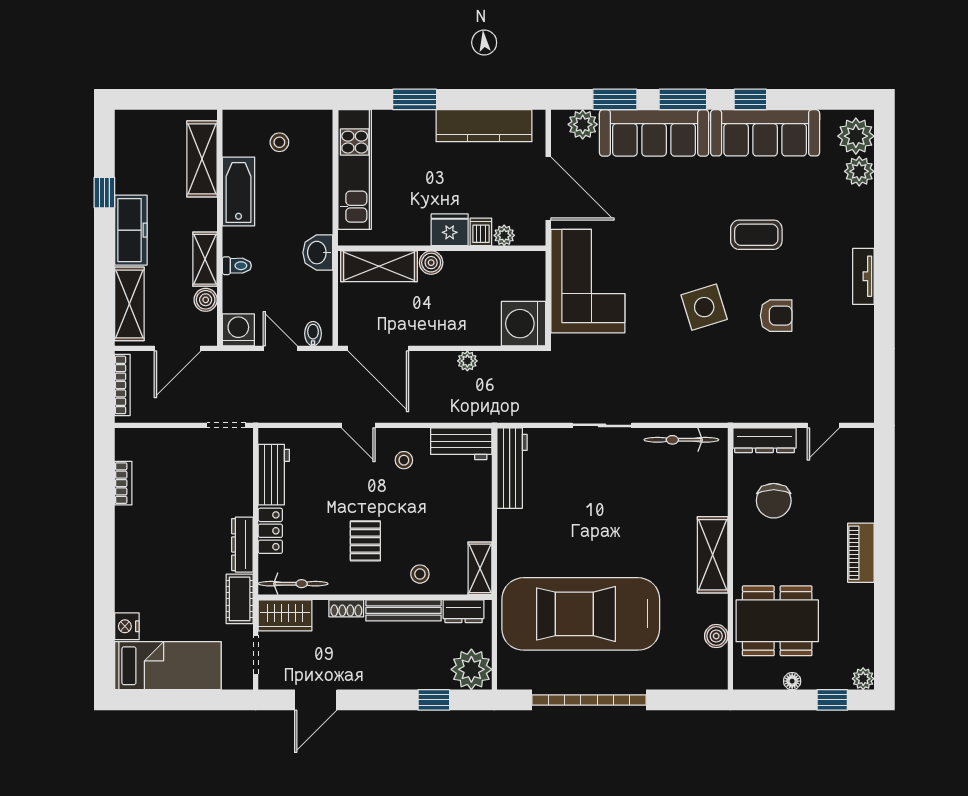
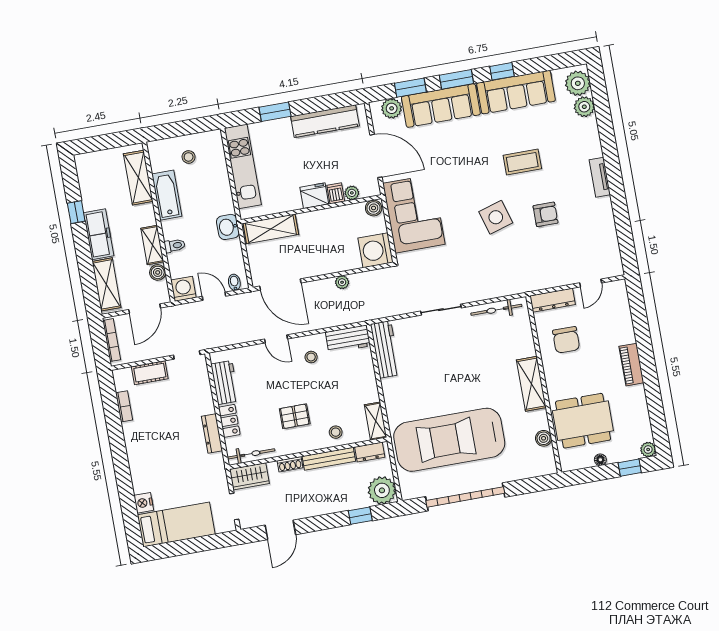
boiler: (431, 263) -> (374, 208), moved
pallet: (365, 541) -> (295, 416), turned 90
cot: (240, 599) -> (150, 373), moved, turned 90

